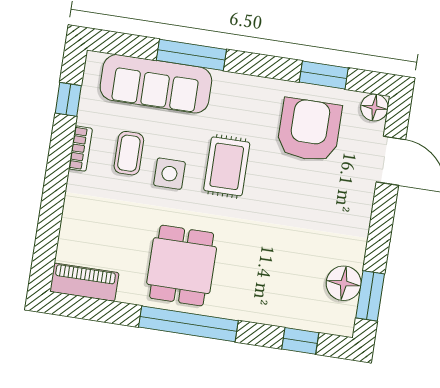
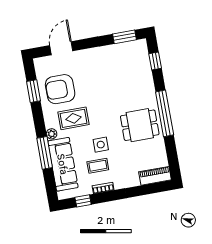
plant: (225, 82) -> (52, 134), added
floor lamp: (374, 107) -> (40, 64), removed
rug: (227, 166) -> (73, 118), moved
piano: (84, 282) -> (155, 176), moved, turned 90
floor lamp: (344, 283) -> (123, 51), removed

